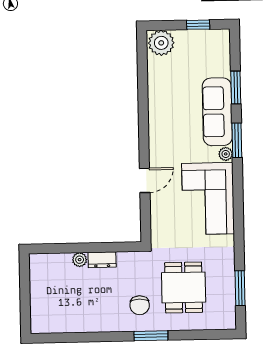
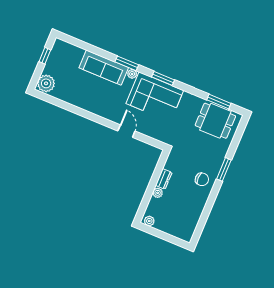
window: (236, 87) -> (163, 78), moved
plant: (36, 265) -> (149, 221), added
dining table: (184, 287) -> (215, 121), moved
chair: (140, 305) -> (202, 179), moved

